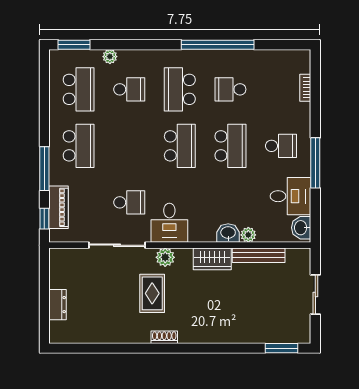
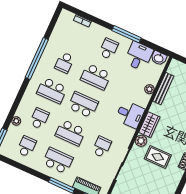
school desk: (79, 89) -> (27, 146), width x0.54
school desk: (129, 146) -> (70, 133), added
school desk: (230, 146) -> (96, 77), turned 180
desk: (169, 223) -> (130, 114), moved
washbasin: (228, 233) -> (143, 100), removed
wardrobe: (212, 259) -> (149, 125), moved

